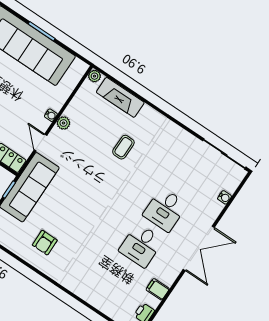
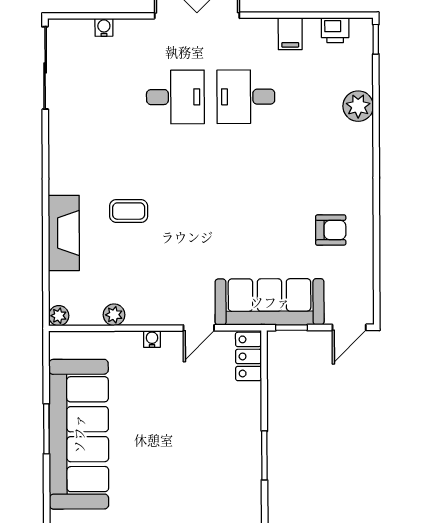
fireplace: (120, 97) -> (64, 233), moved
plant: (63, 123) -> (114, 315), moved
desk: (141, 245) -> (246, 97), turned 180
plant: (98, 299) -> (358, 106), added

